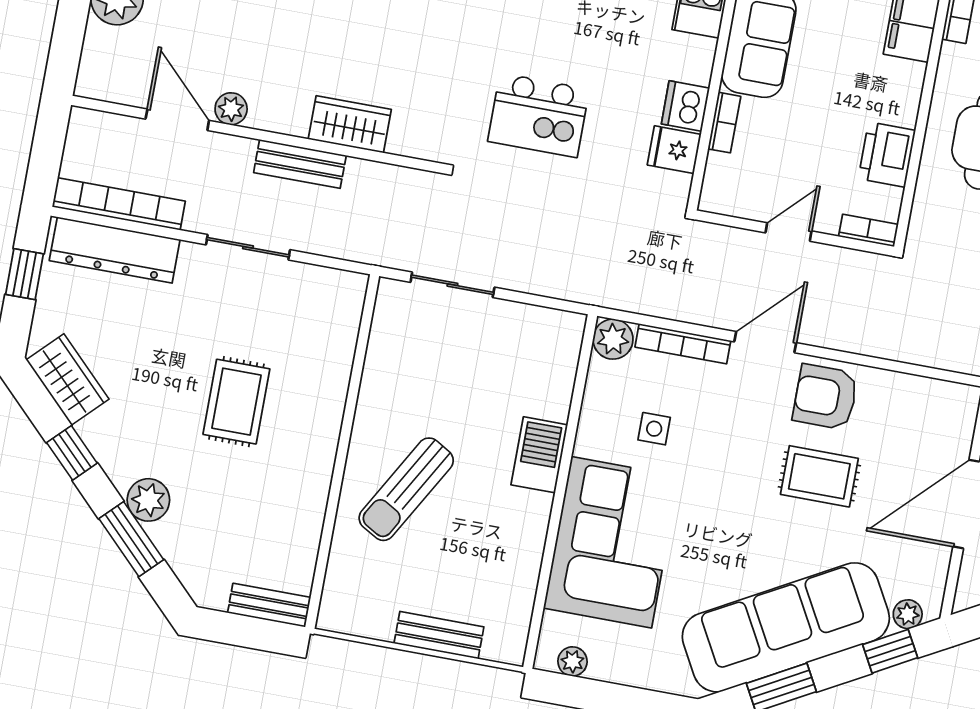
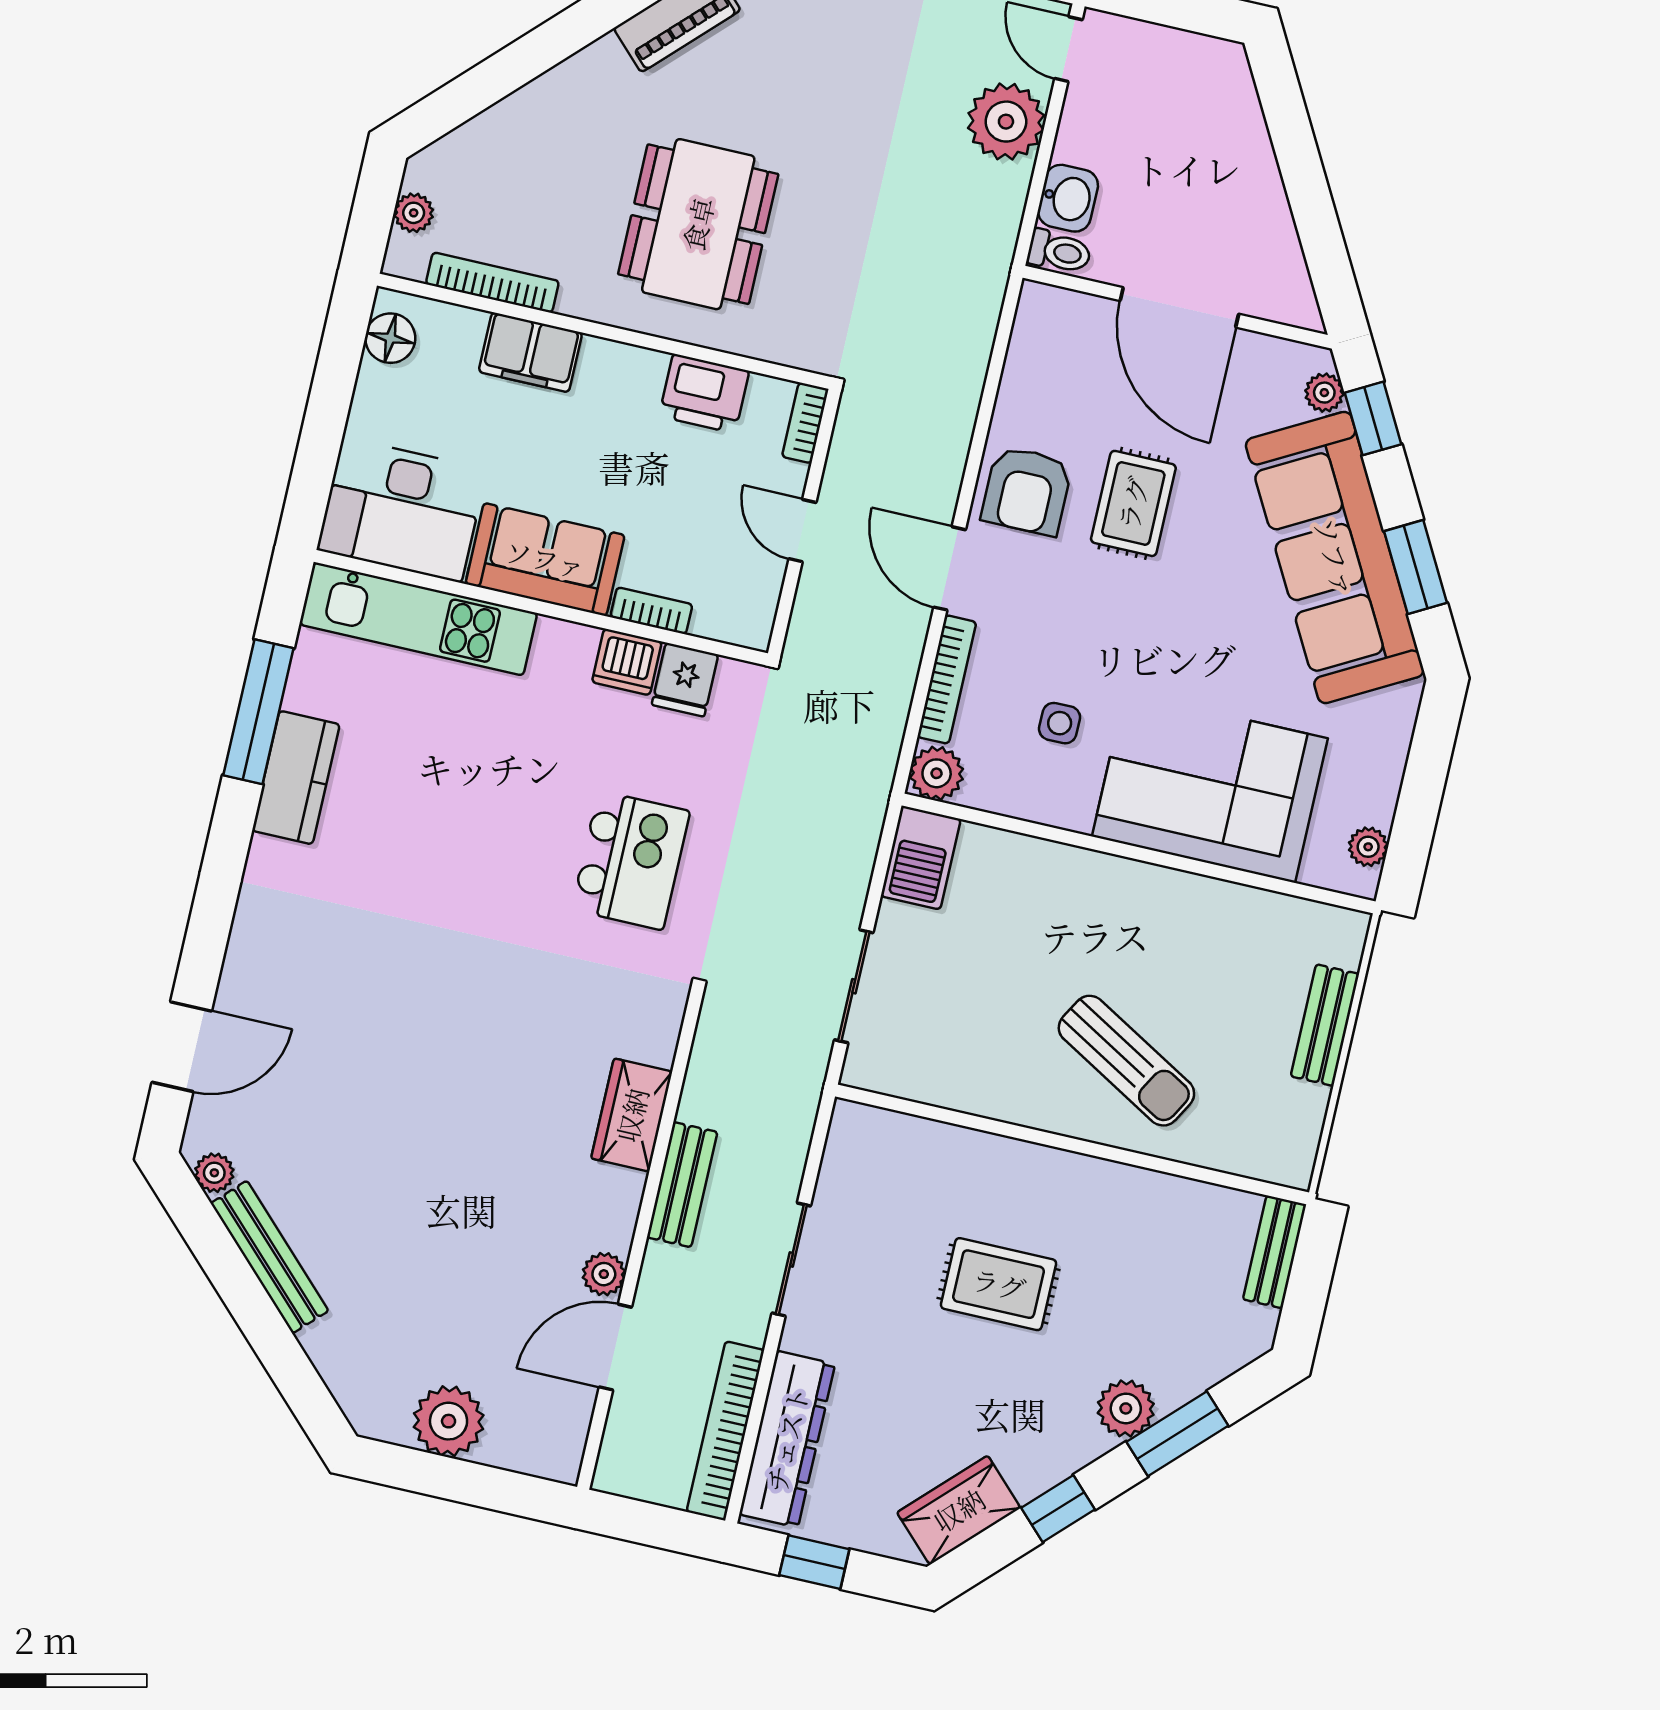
barbecue: (539, 455) -> (921, 858), moved, turned -90

